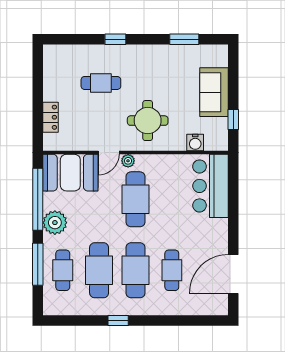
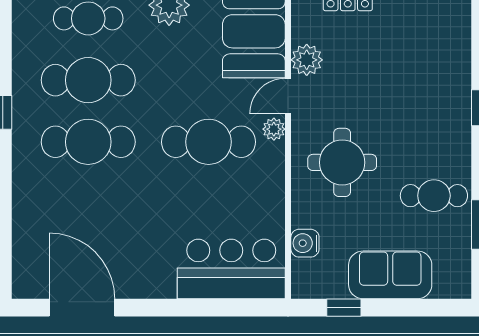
cafe table: (101, 83) -> (434, 196), moved, turned 90
plant: (87, 141) -> (307, 60), added
door: (109, 152) -> (288, 96), hinge flipped
cafe table: (172, 270) -> (88, 203), removed

